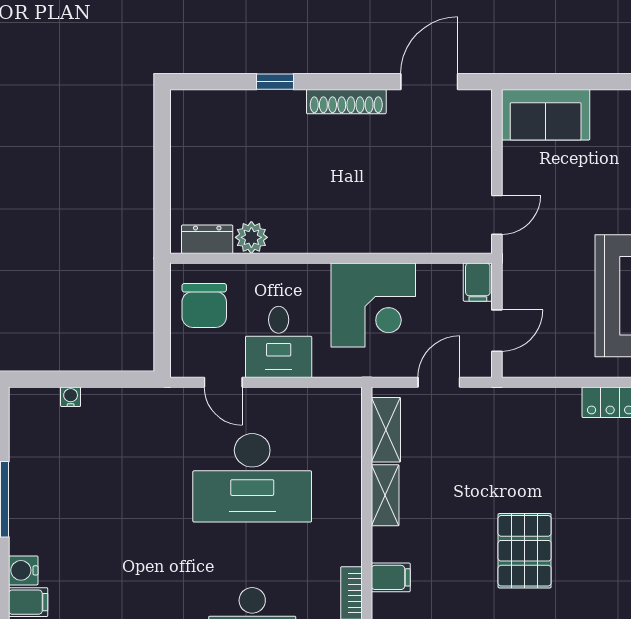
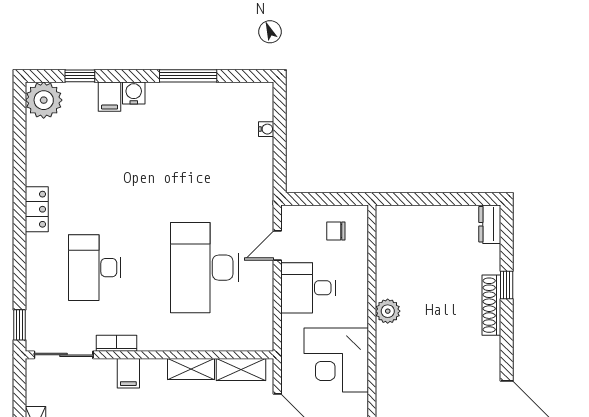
shoe rack: (346, 102) -> (491, 305), moved
plant: (251, 237) -> (388, 311), moved
dresser: (207, 239) -> (490, 224), moved, turned 180
chair: (204, 305) -> (336, 231), width x0.54, depth x0.54

